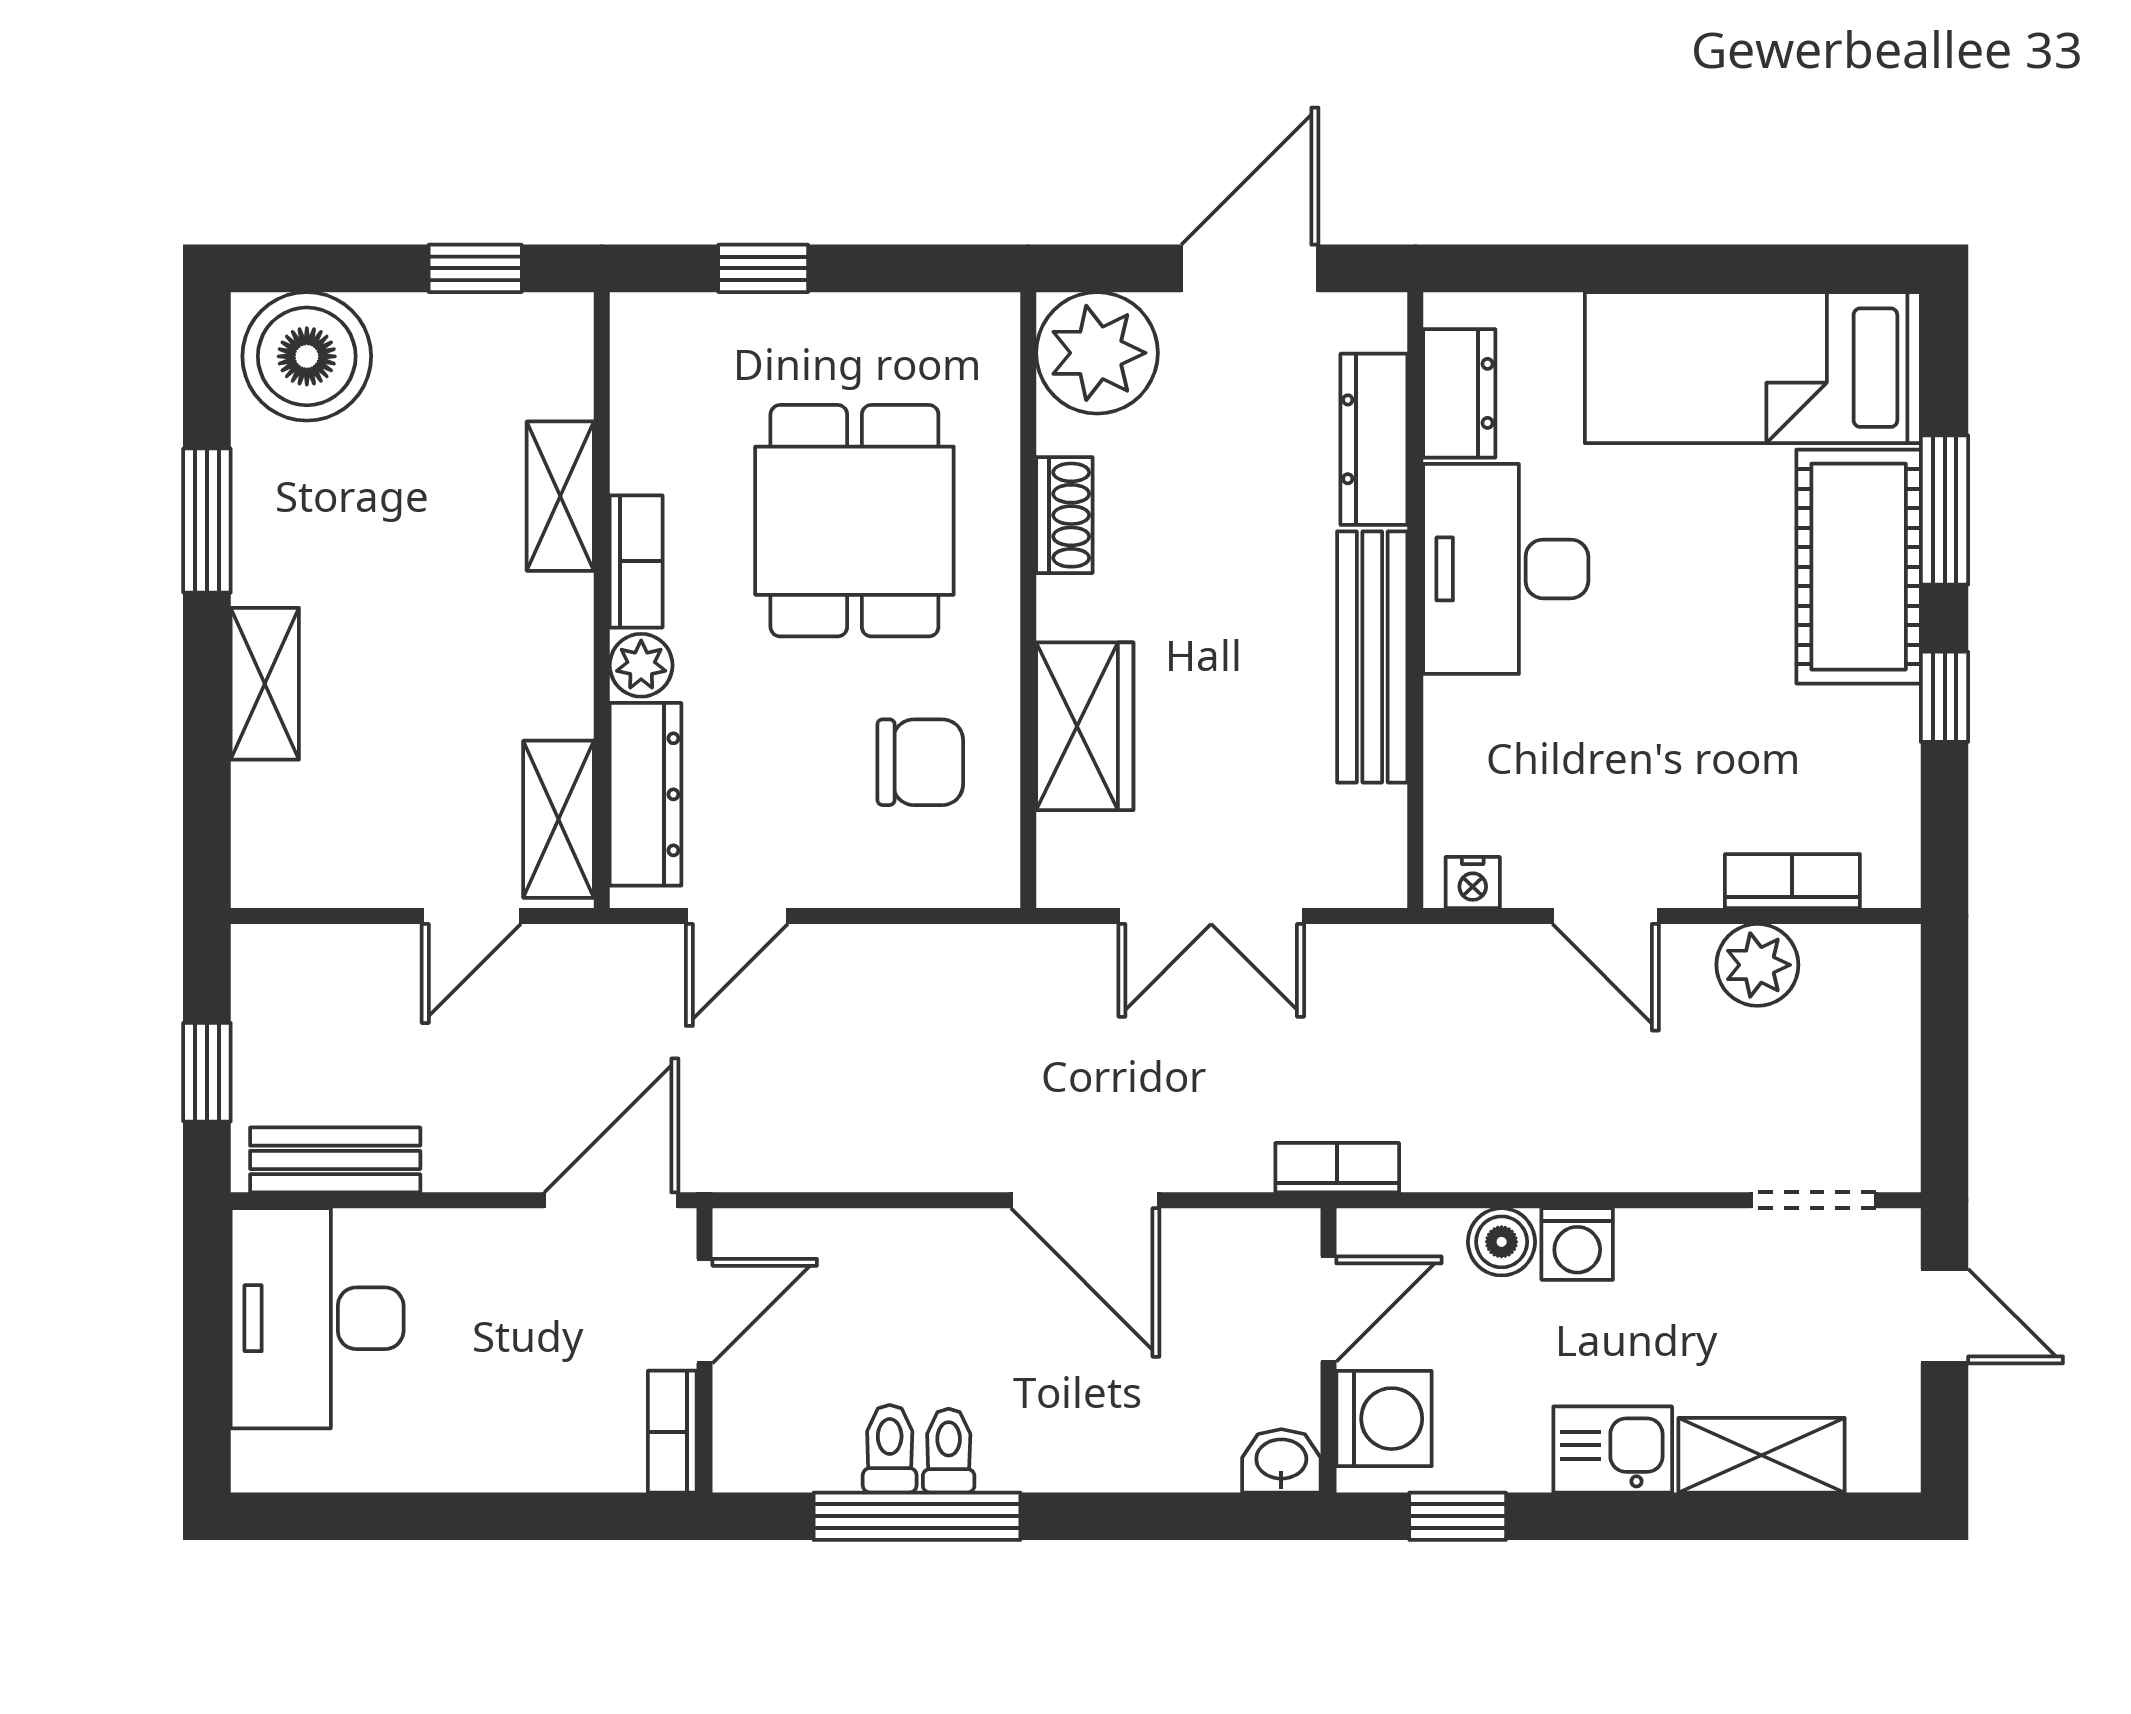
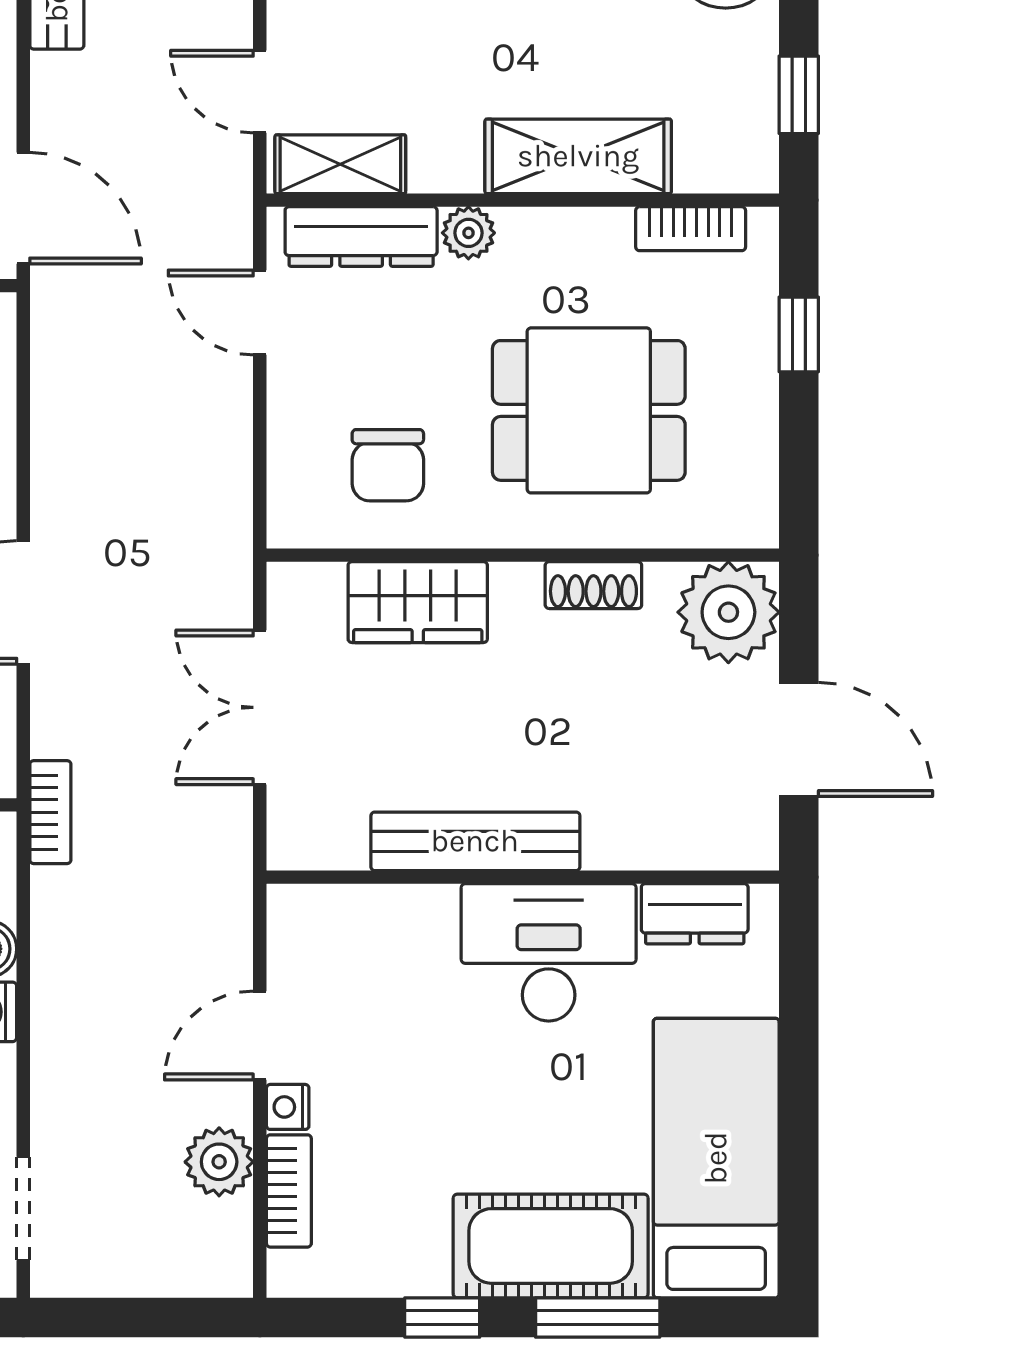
dresser: (1374, 439) -> (656, 843), removed
shelving: (560, 496) -> (578, 156), width x1.50, depth x1.33
bookcase: (636, 561) -> (691, 229), moved
nightstand: (1473, 883) -> (288, 1107), moved

